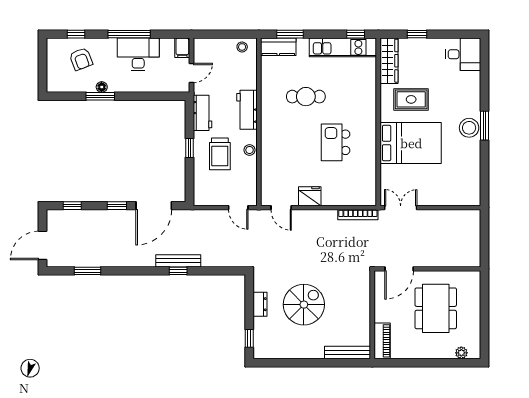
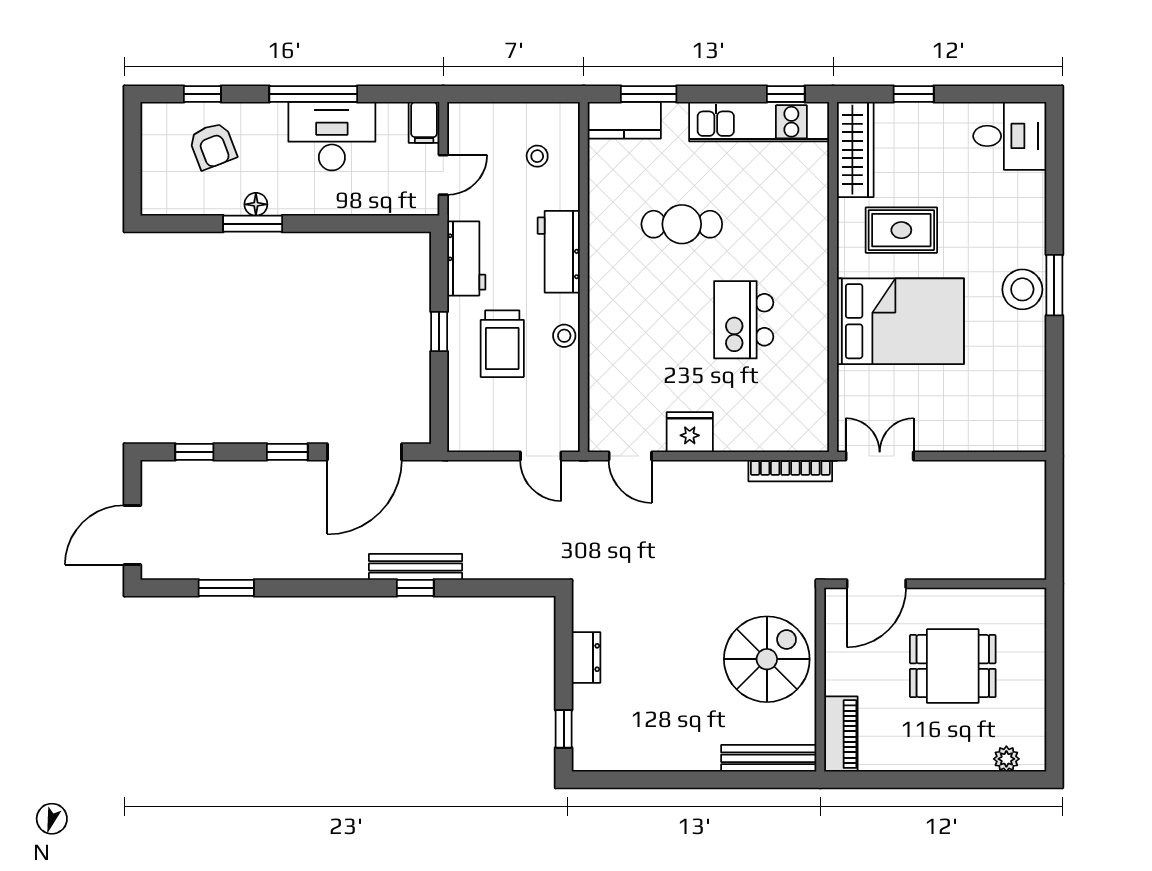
stool: (242, 47) -> (537, 156), moved
spiral stairs: (304, 305) -> (767, 659), moved
dining table: (436, 308) -> (953, 666), width x0.73

